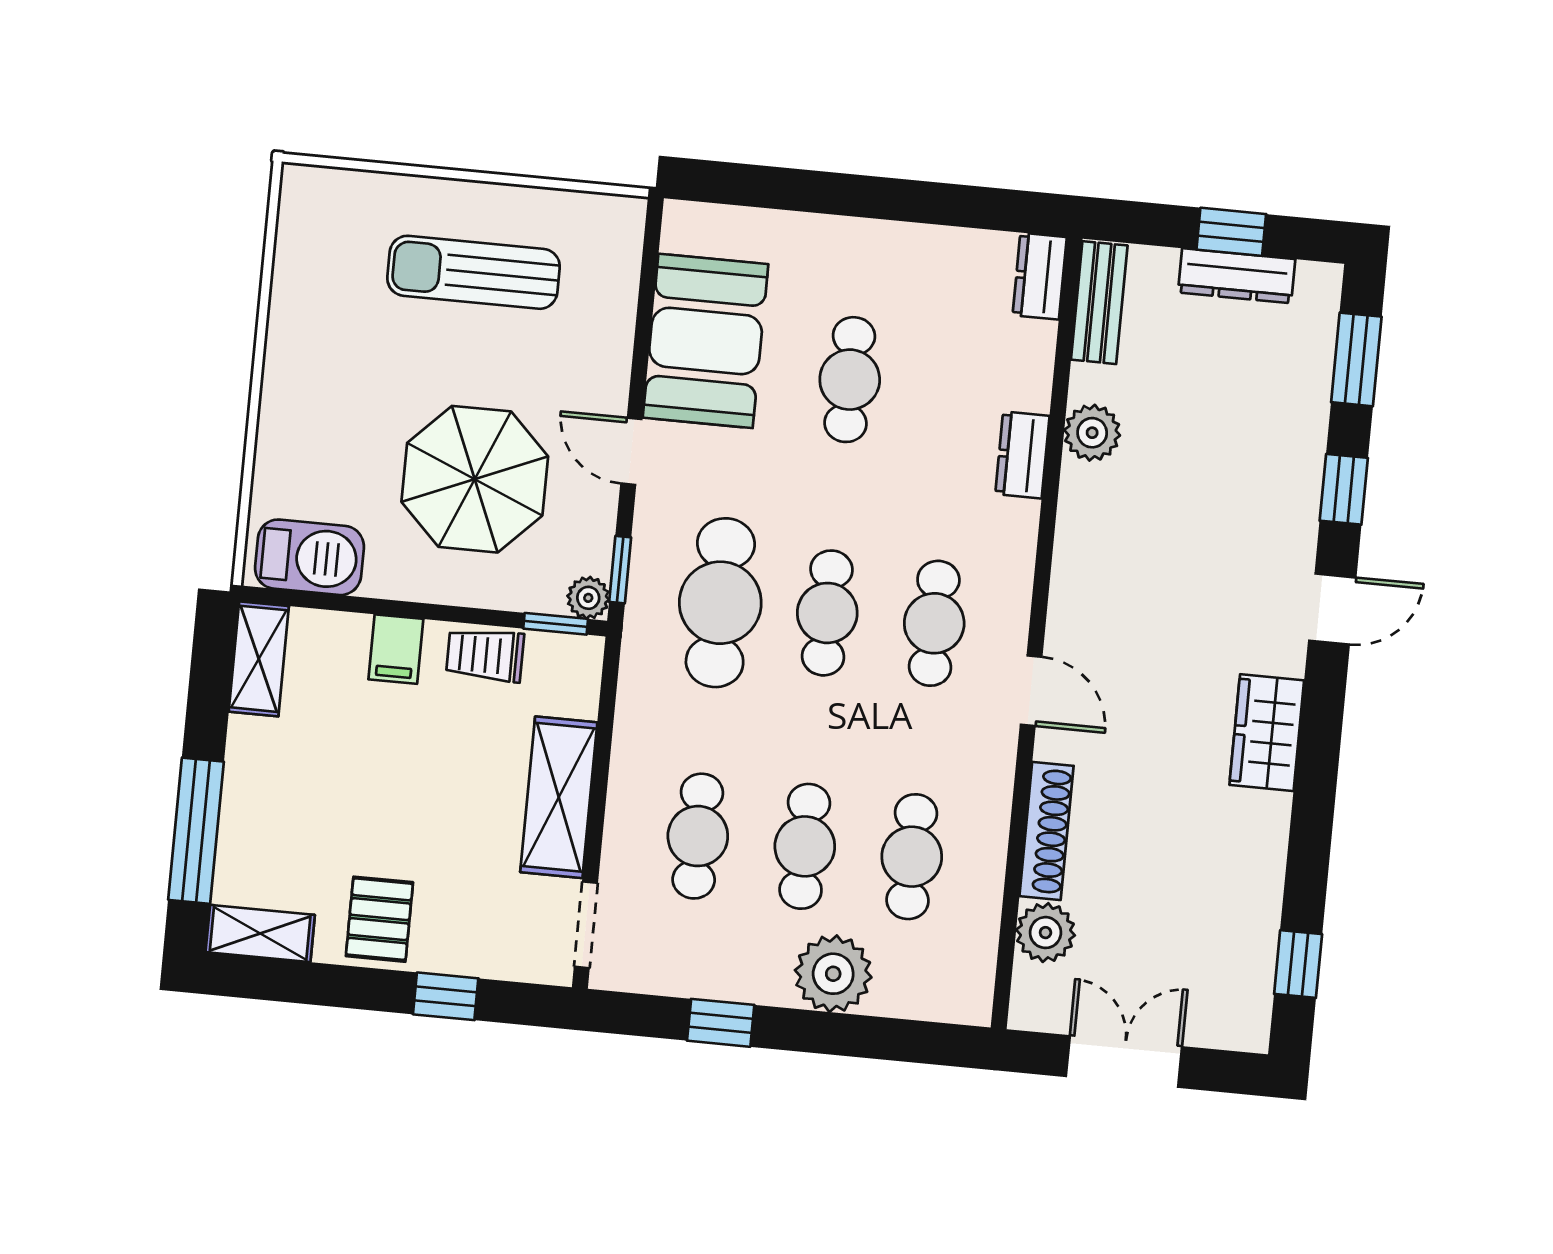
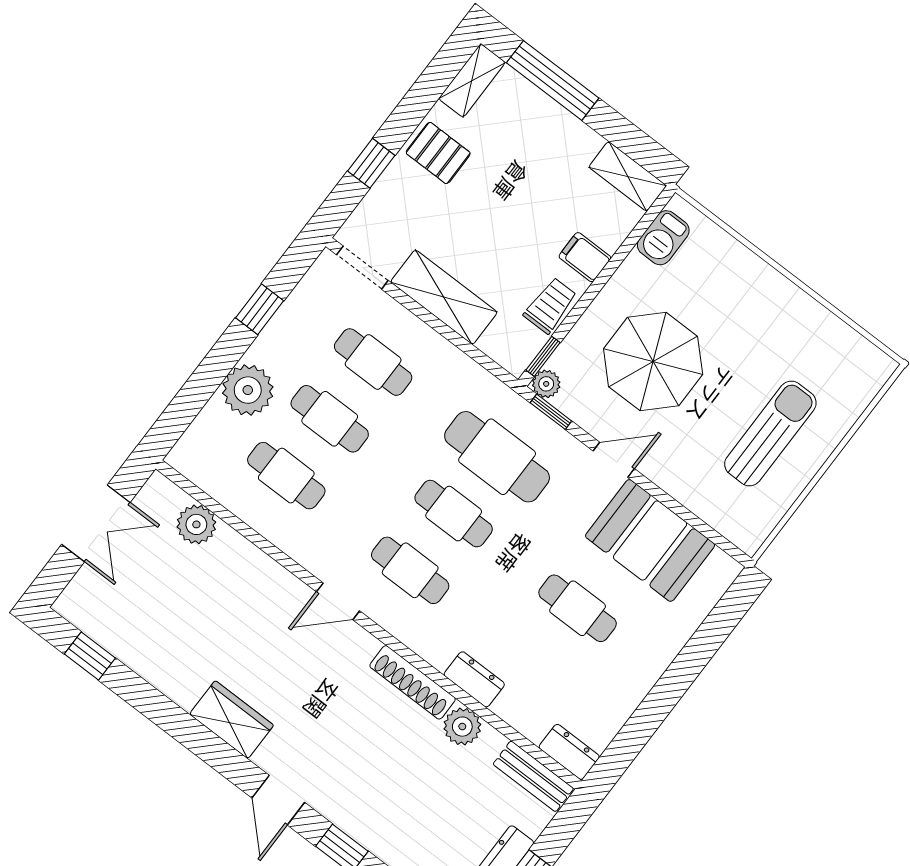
barbecue: (309, 557) -> (663, 238), width x0.73, depth x0.79
shoe rack: (1046, 831) -> (413, 682), moved

